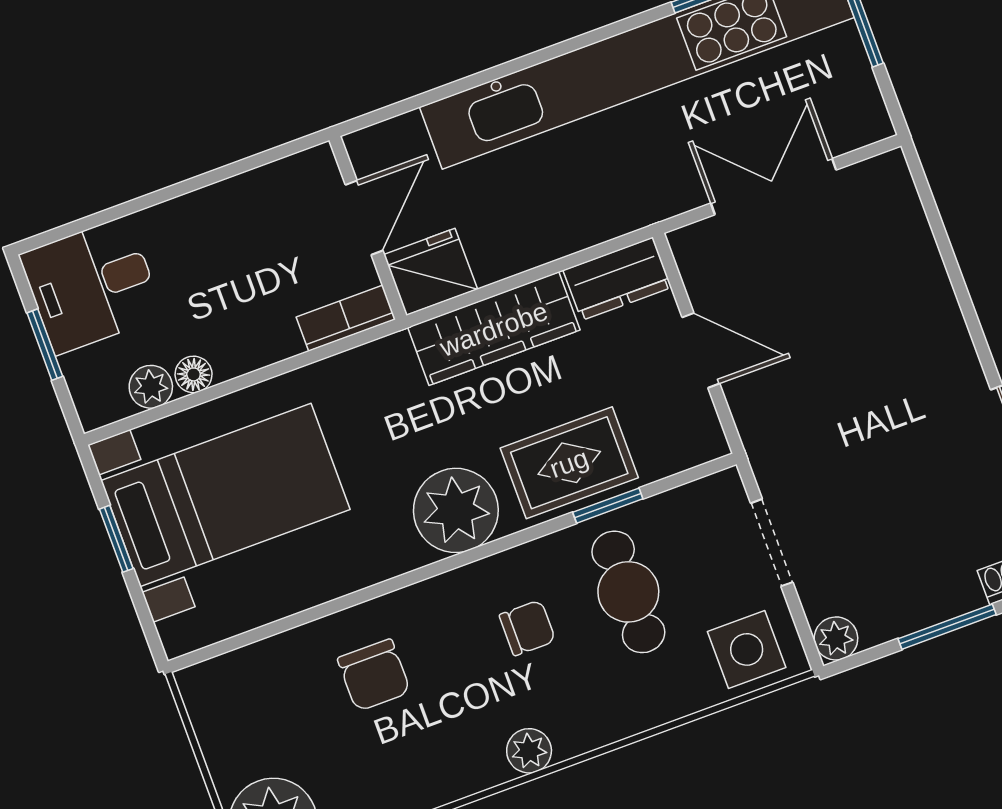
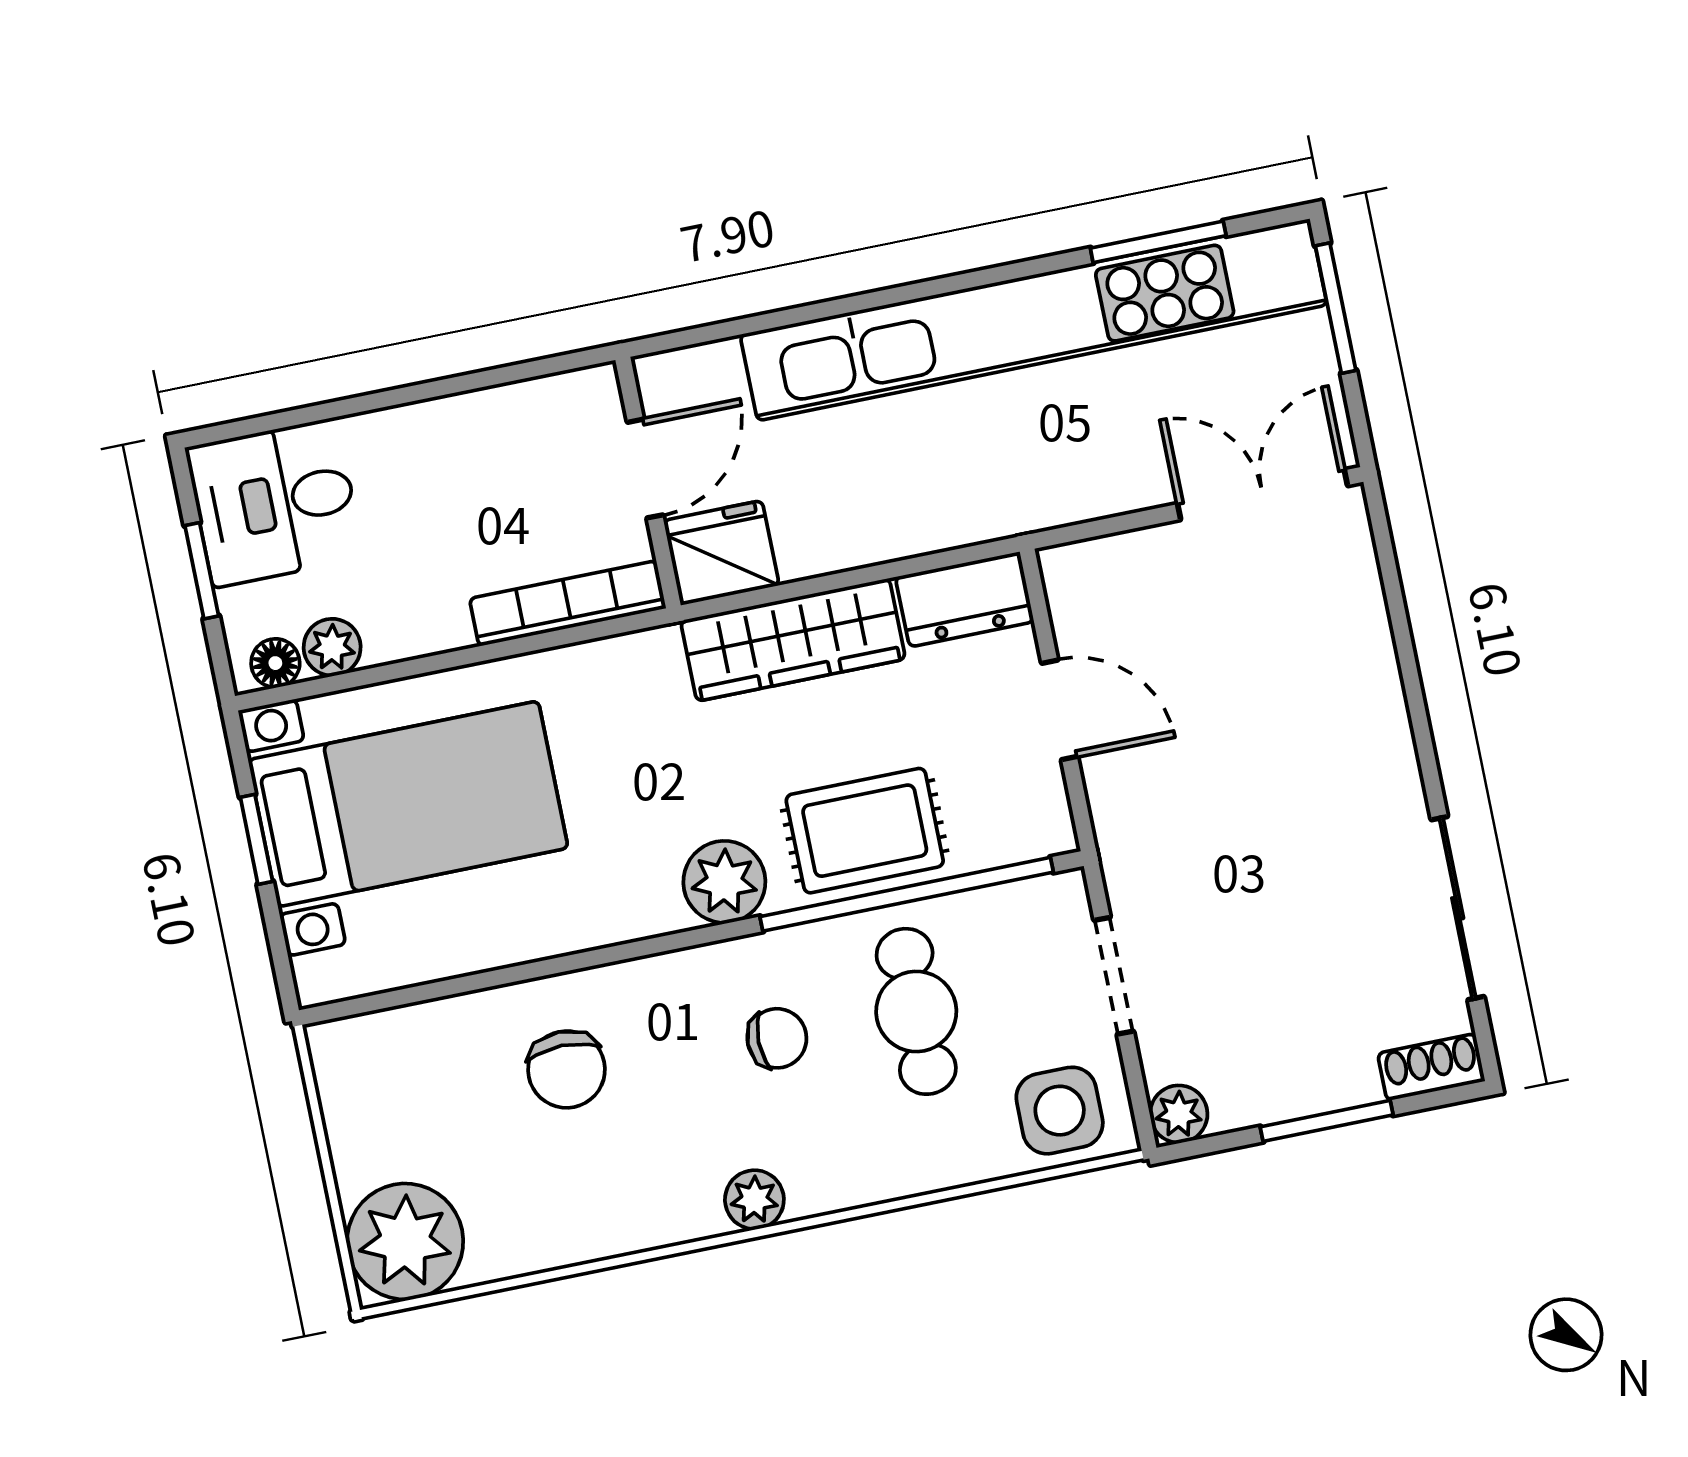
double door: (774, 187) -> (1263, 495), moved
bookcase: (346, 318) -> (568, 603), width x1.56
floor lamp: (194, 374) -> (275, 663), moved
window: (608, 506) -> (907, 894), width x3.17
plant: (456, 510) -> (724, 882), width x0.73, depth x0.73

